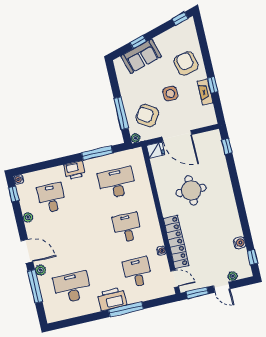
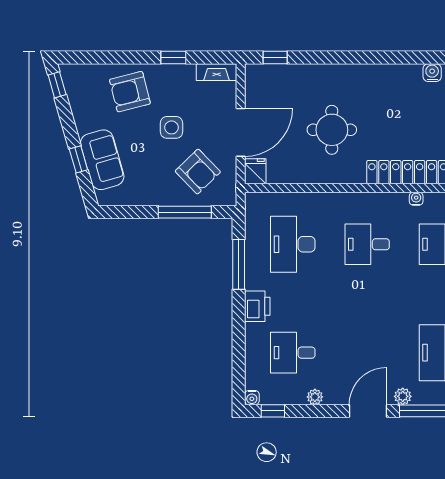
fireplace: (205, 92) -> (217, 72), moved
armchair: (147, 115) -> (198, 172), turned -77
plant: (135, 138) -> (229, 199), removed

